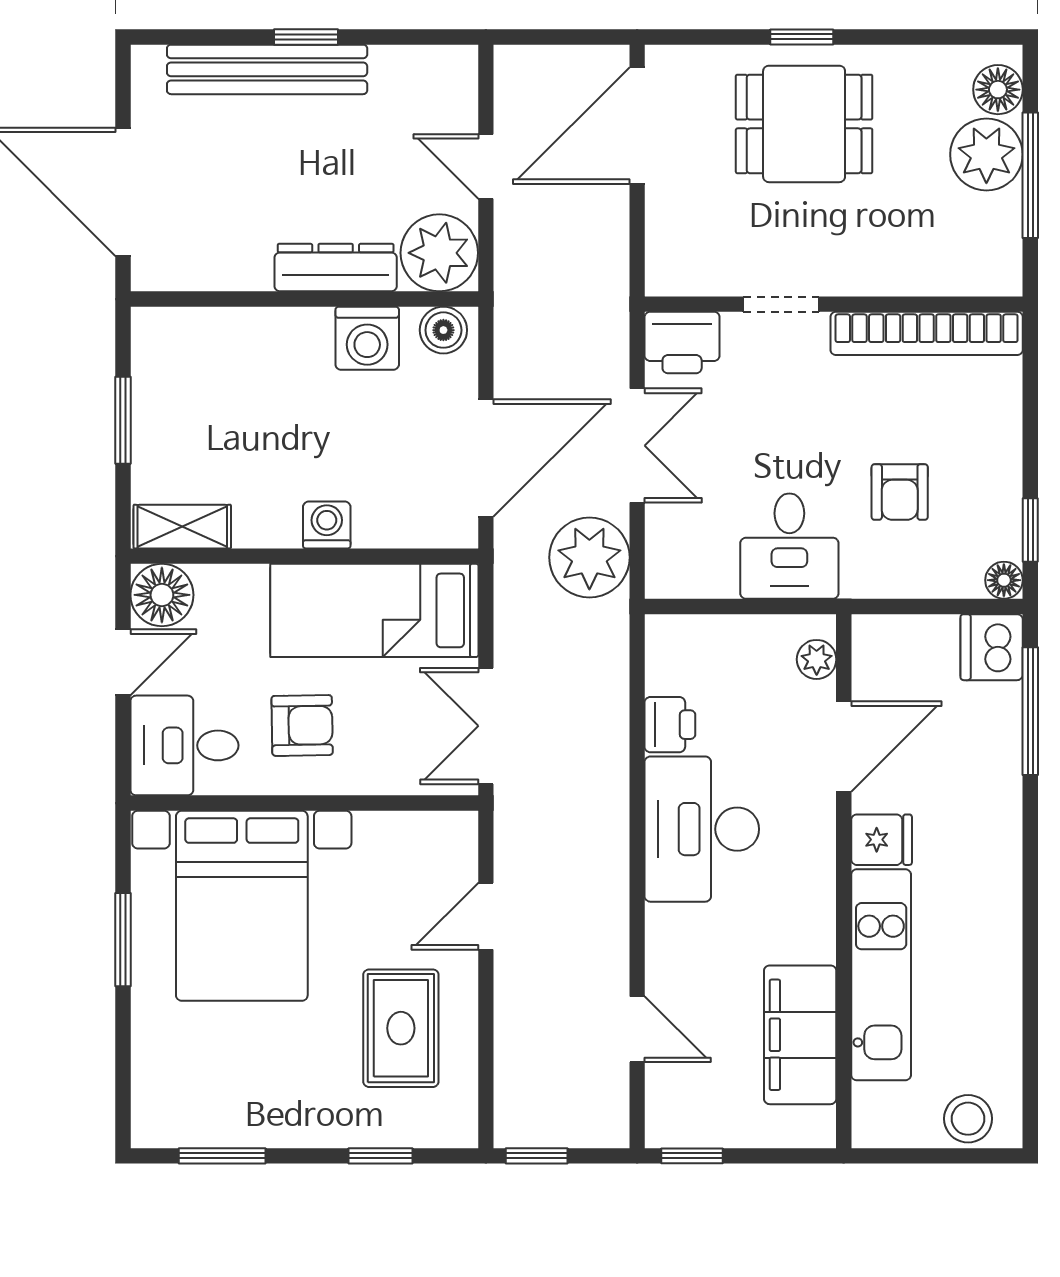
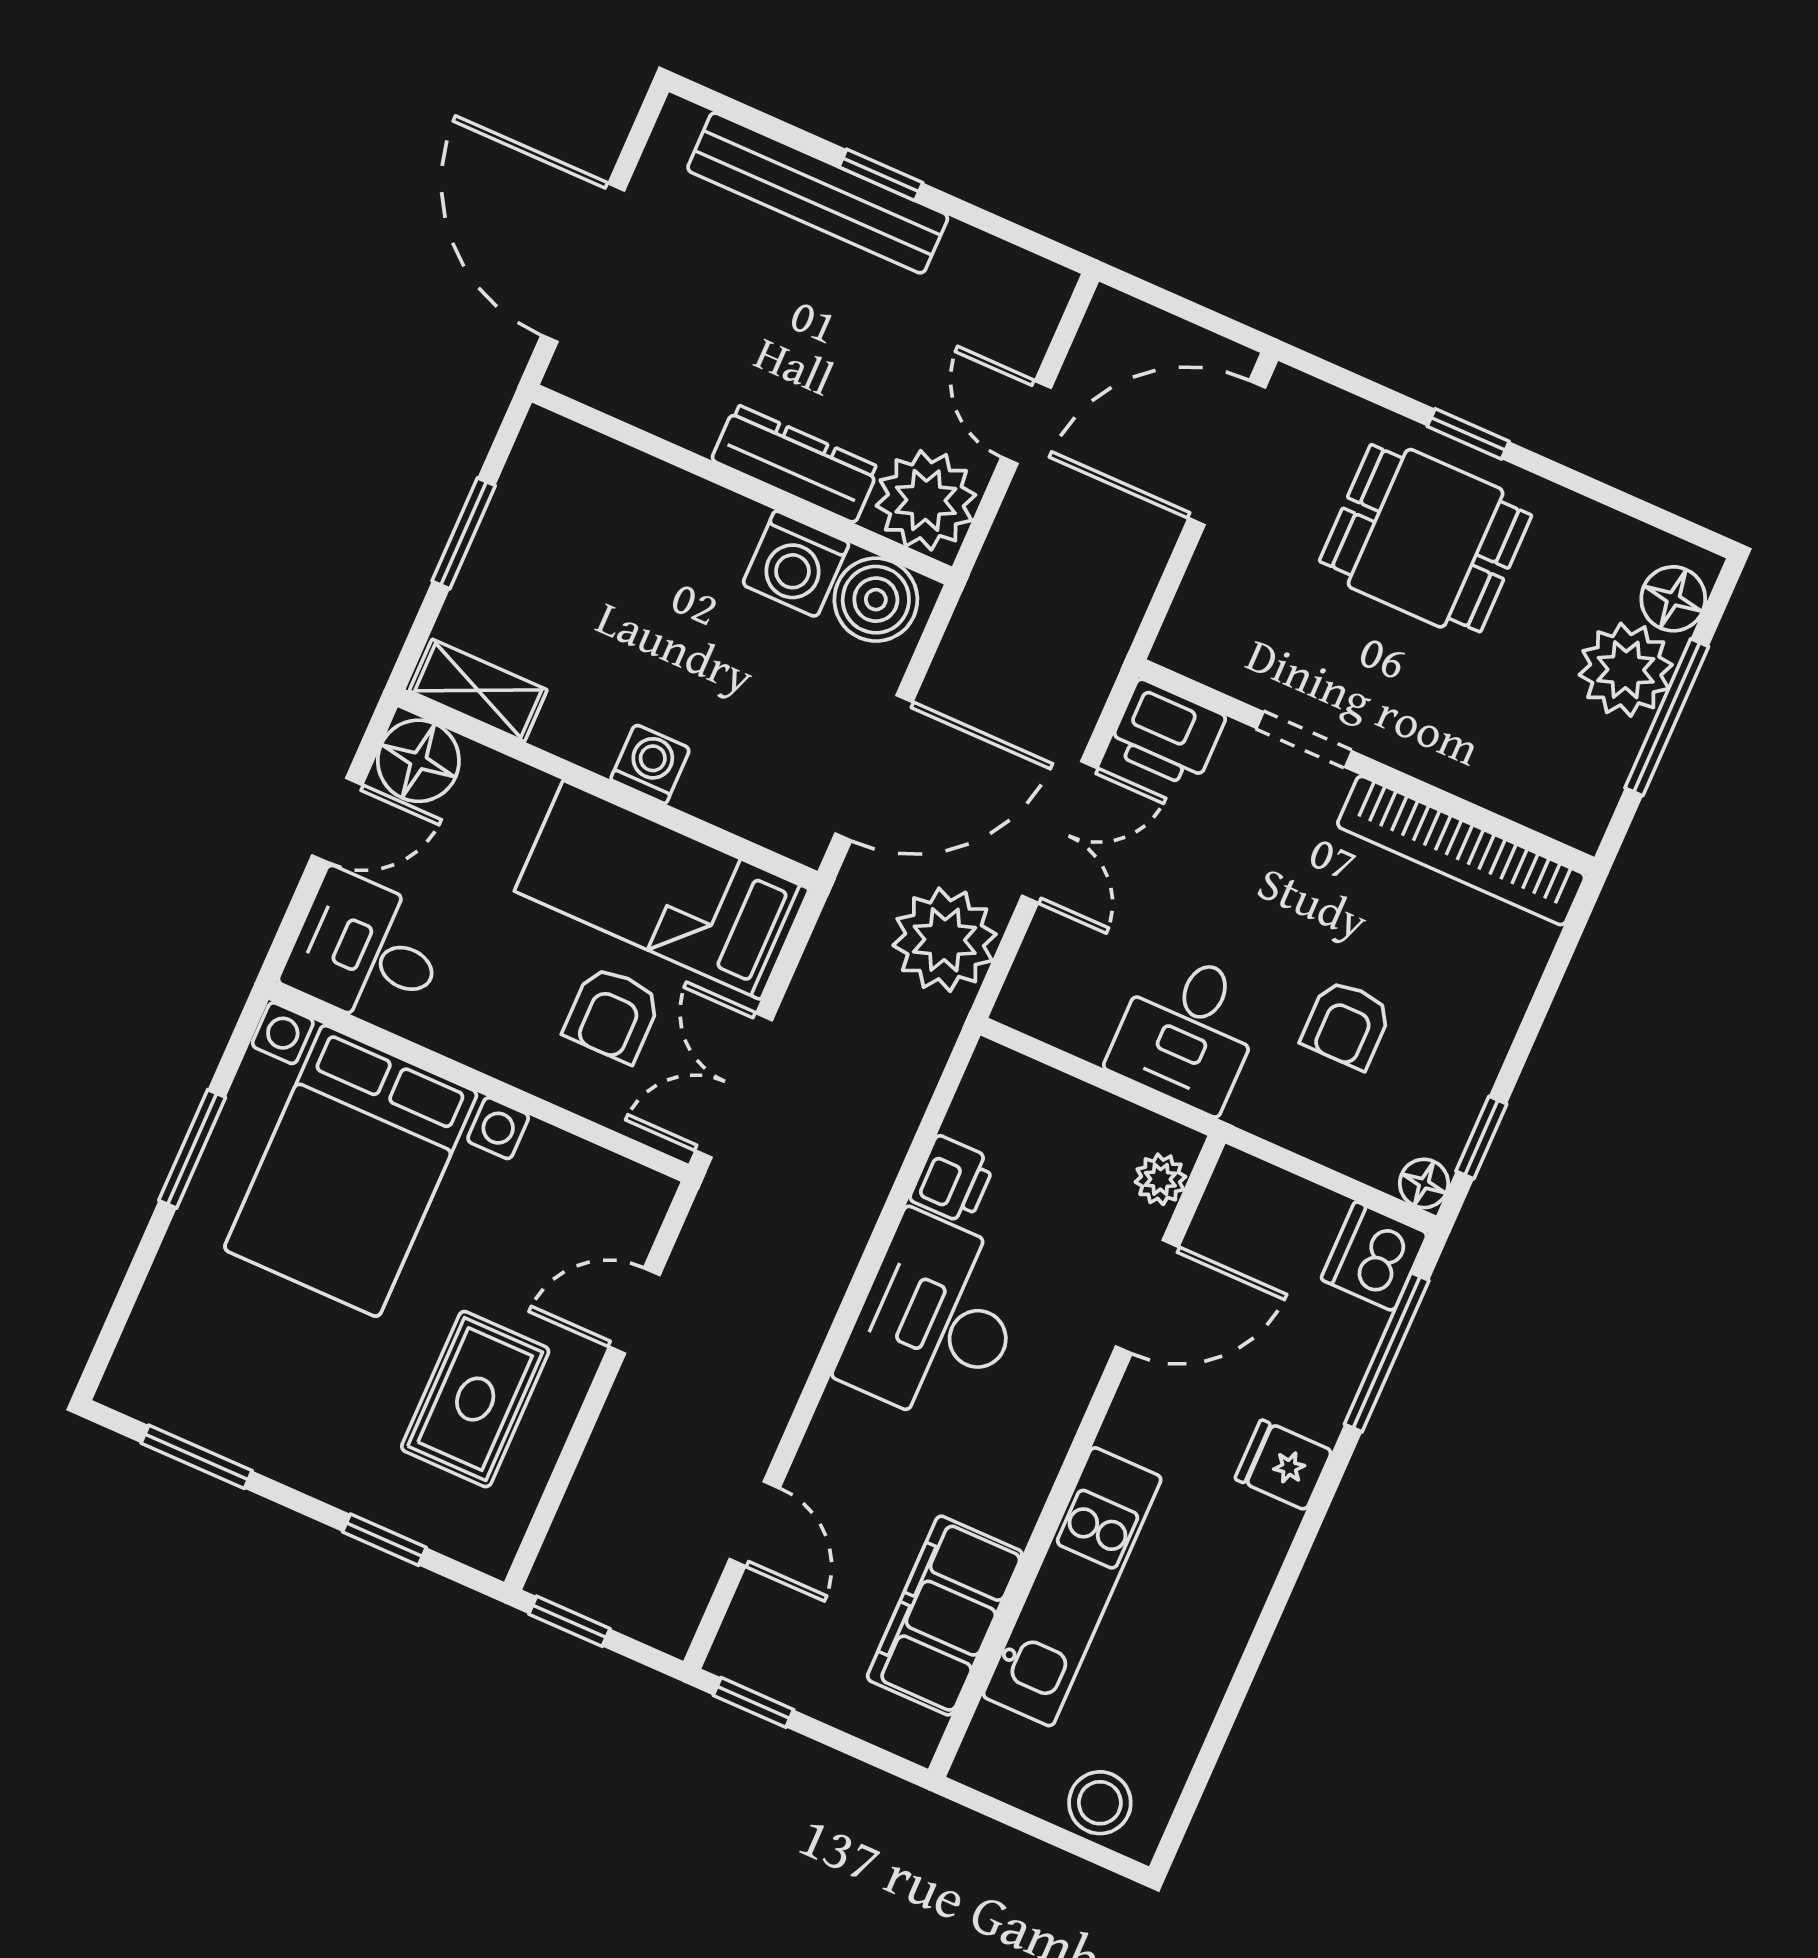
boiler: (443, 330) -> (876, 600), width x1.36, depth x1.36
armchair: (302, 725) -> (613, 1014), moved, turned 91
fridge: (882, 840) -> (1283, 1465), moved, turned 180

